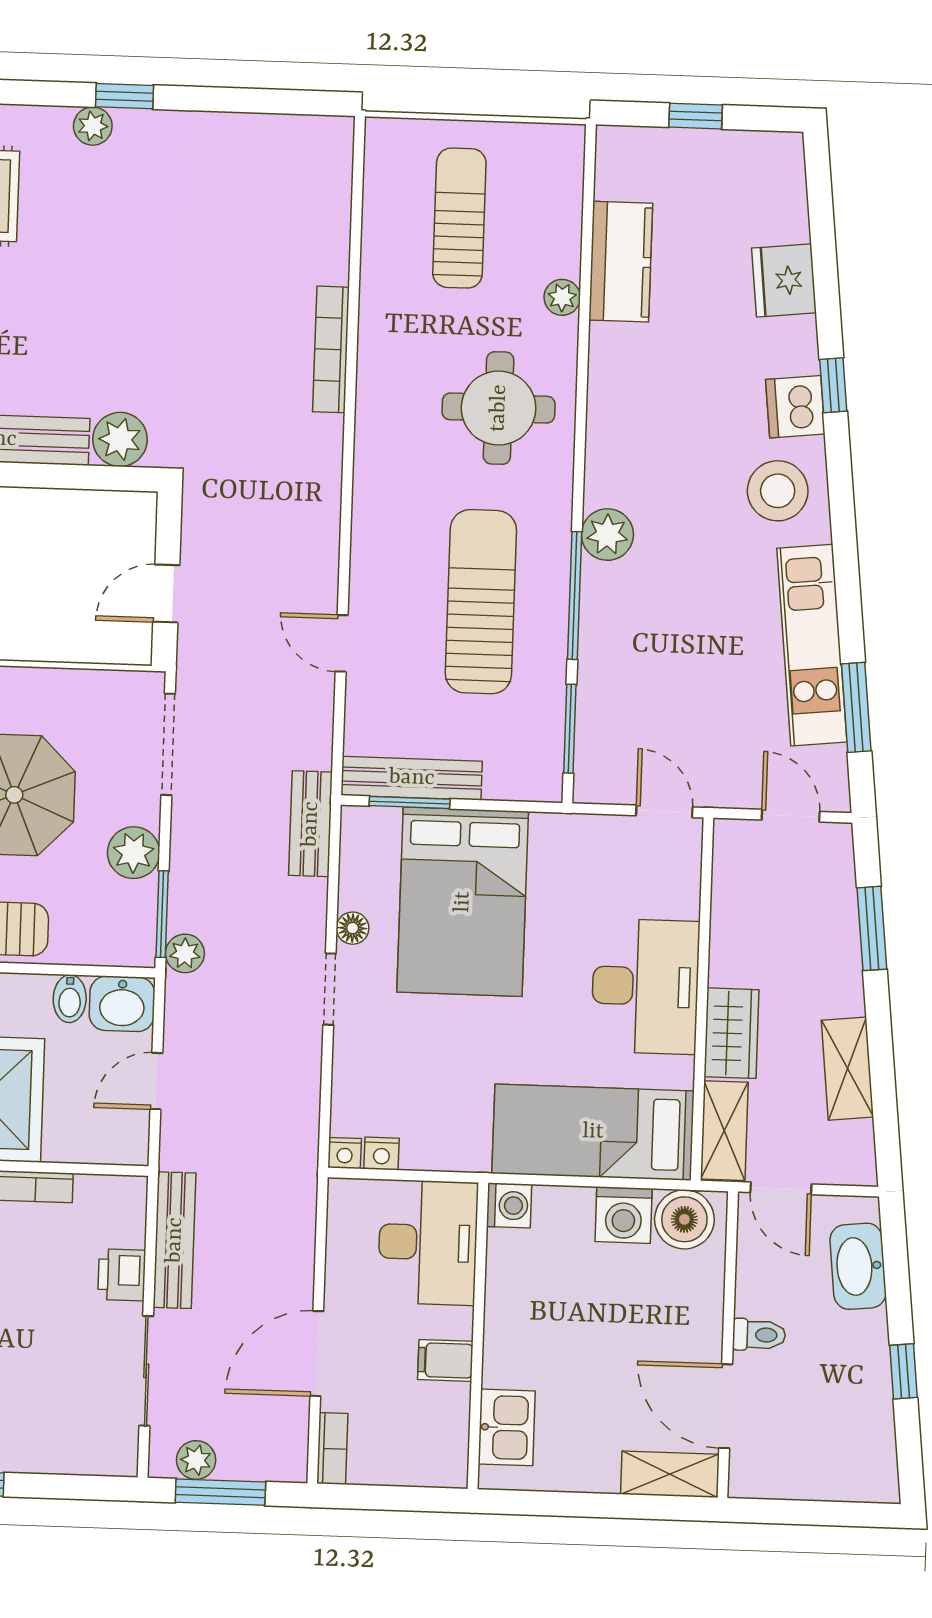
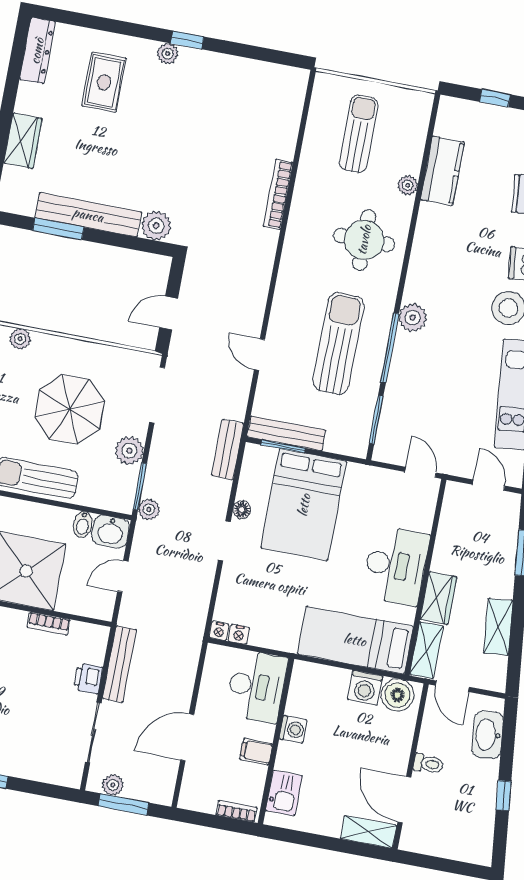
washing machine: (509, 1205) -> (293, 729), moved
bookcase: (332, 1449) -> (236, 811), moved, turned -90

